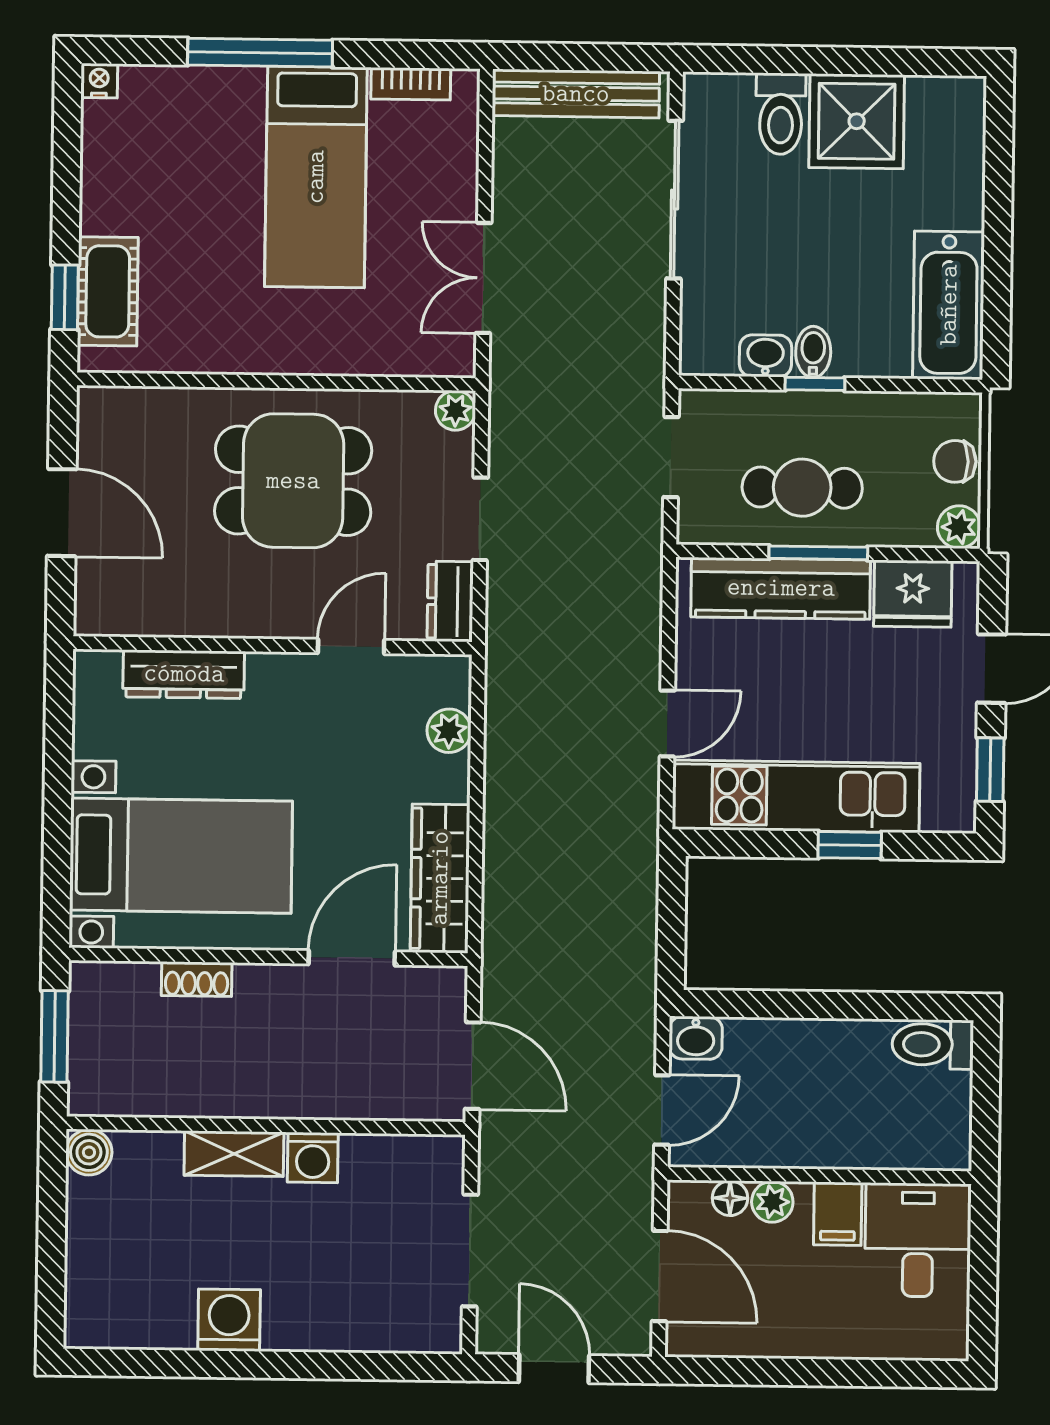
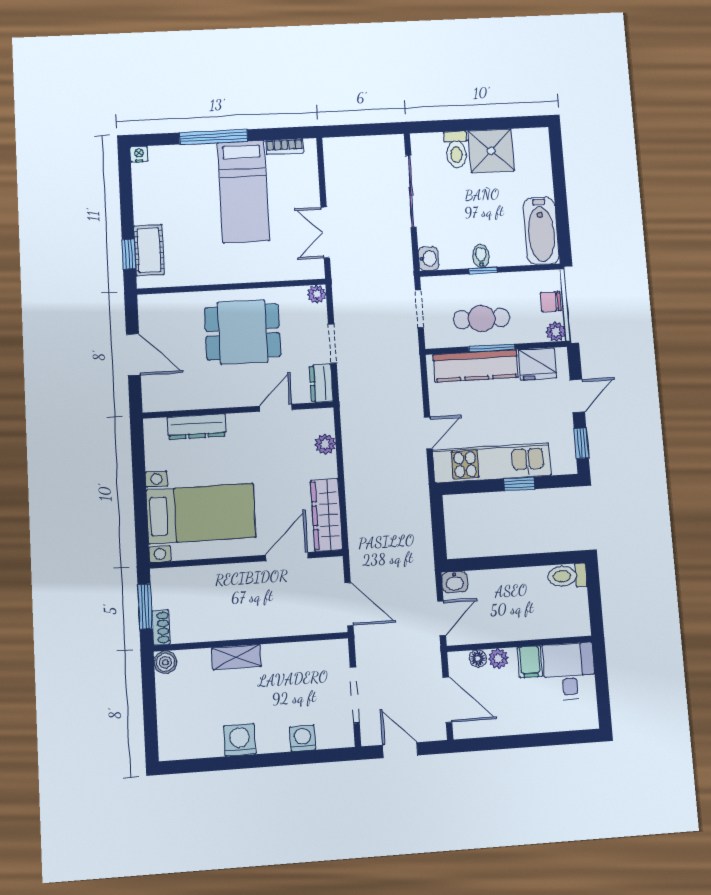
bench: (576, 94) -> (361, 146), removed
washbasin: (766, 356) -> (428, 259), moved, turned 90
shoe rack: (197, 979) -> (161, 628), moved, turned -90
washing machine: (313, 1158) -> (302, 738), moved, turned 180

